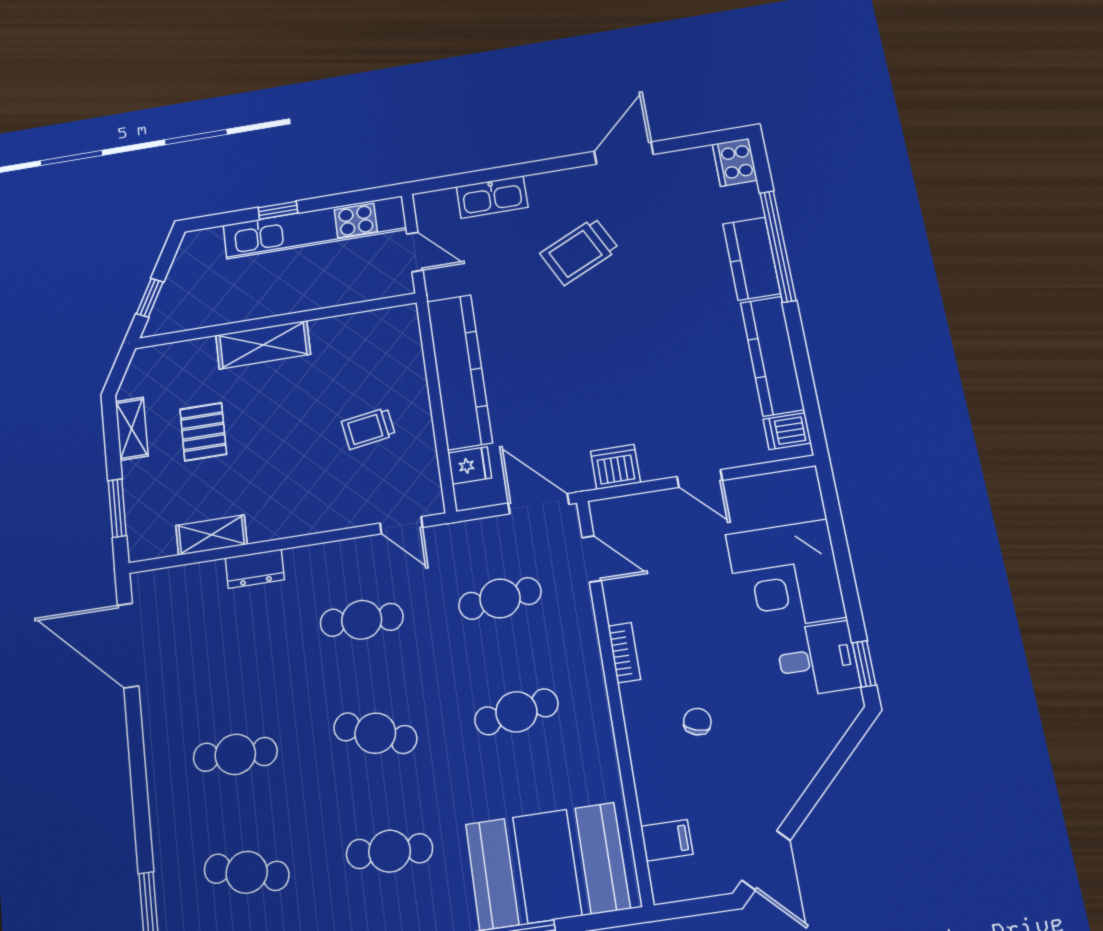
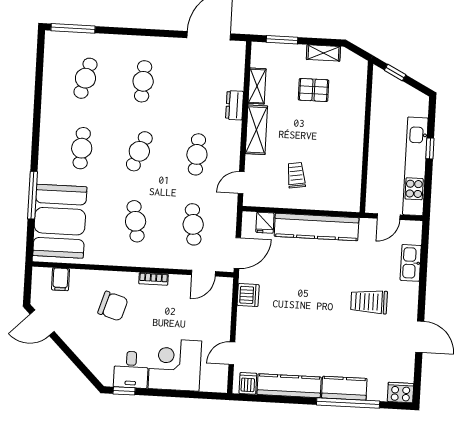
trolley: (579, 251) -> (369, 302), turned -64
shelving: (263, 345) -> (256, 130), moved
door: (700, 478) -> (232, 353), moved
chair: (697, 722) -> (113, 306), width x1.87, depth x1.87

